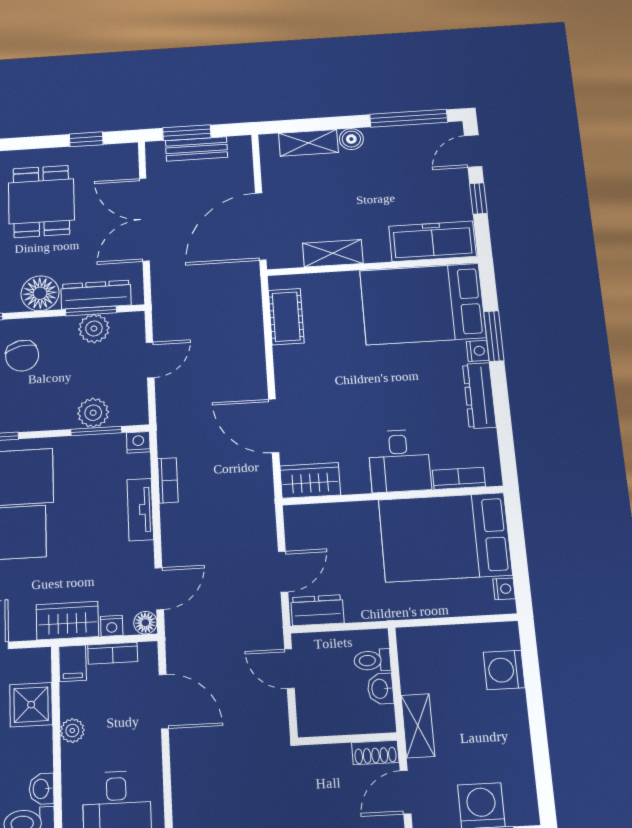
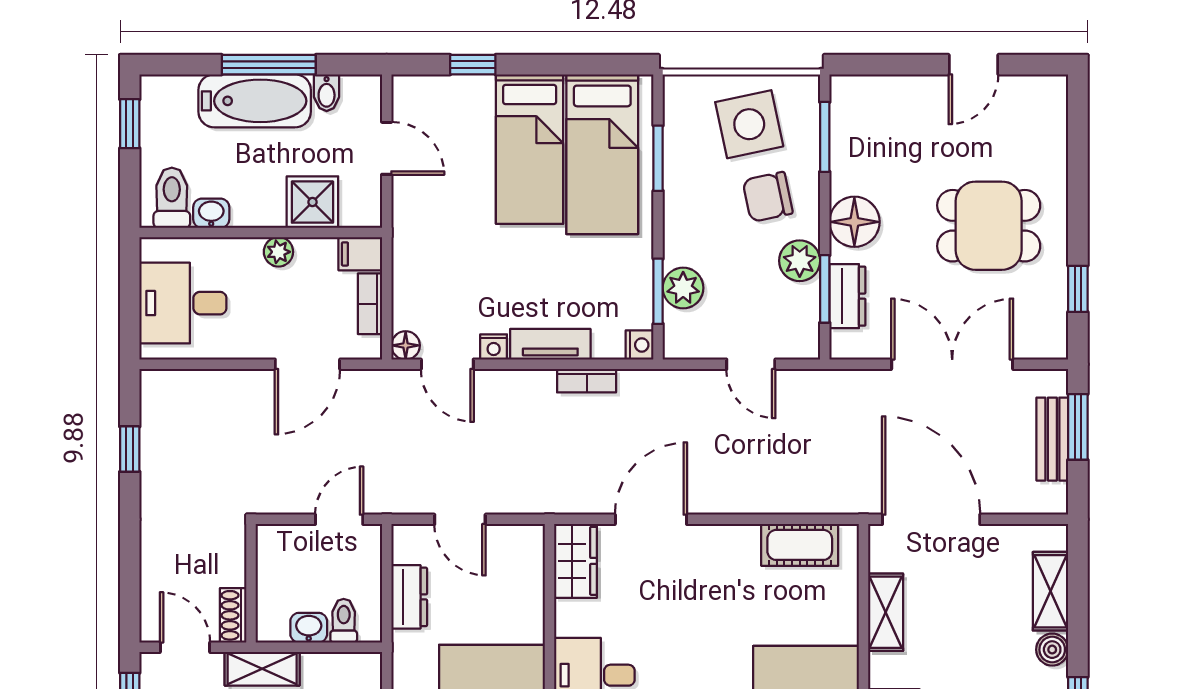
dresser: (96, 295) -> (847, 296), width x0.70
plant: (94, 328) -> (800, 261), moved
dresser: (317, 610) -> (409, 597), moved
wardrobe: (67, 621) -> (414, 249), removed
nightstand: (112, 626) -> (494, 347), moved, turned -90

